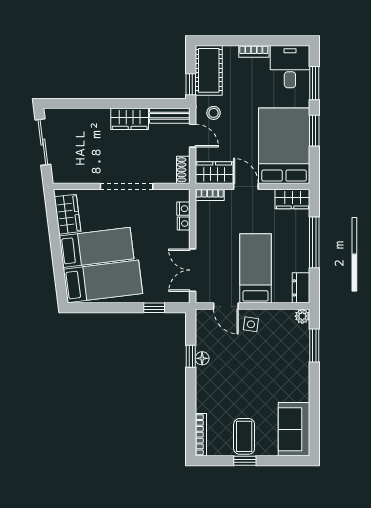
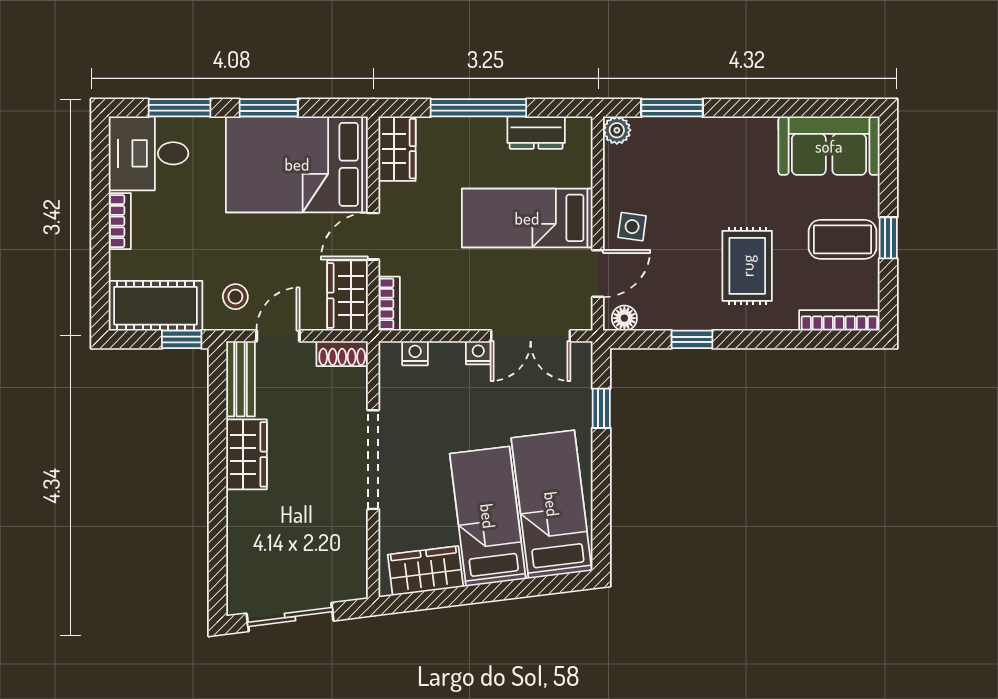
nightstand: (184, 224) -> (478, 353), moved
dresser: (301, 288) -> (536, 133), moved
floor lamp: (202, 358) -> (624, 318), moved
rug: (230, 386) -> (747, 266), added

